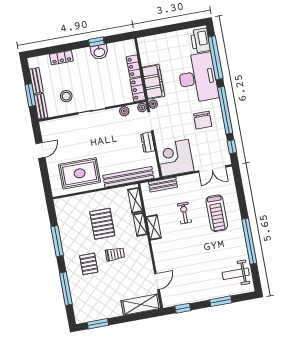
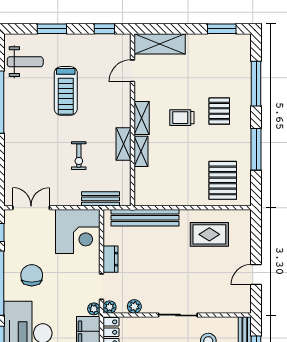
rug: (80, 173) -> (209, 234), width x0.73, depth x0.70
shelving: (135, 200) -> (142, 118), moved
treadmill: (217, 213) -> (66, 91), moved, turned 180
pallet: (102, 224) -> (223, 180), moved

